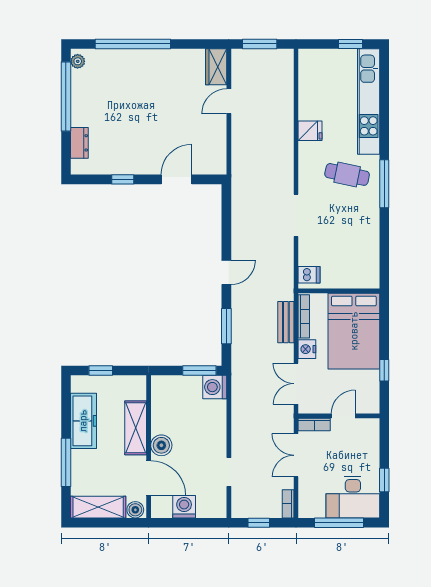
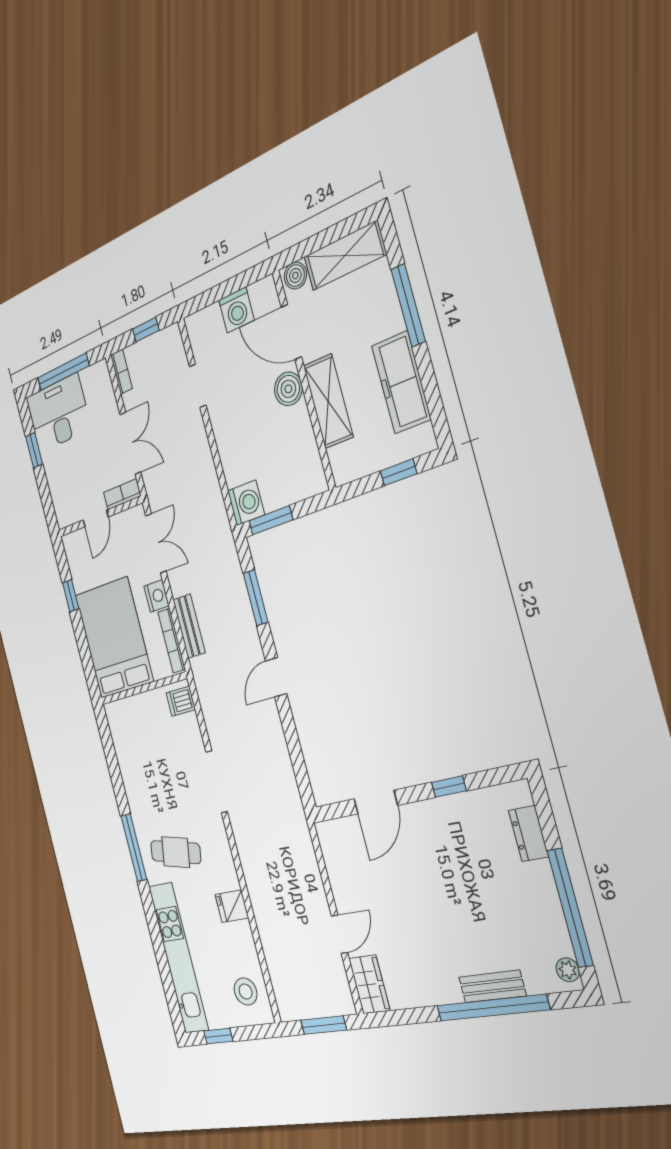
bench: (129, 57) -> (492, 986), added
stool: (317, 72) -> (246, 991), added

